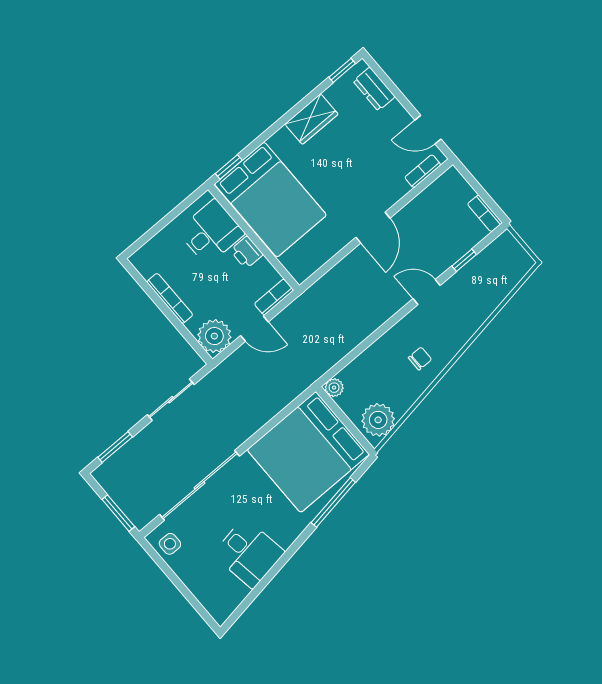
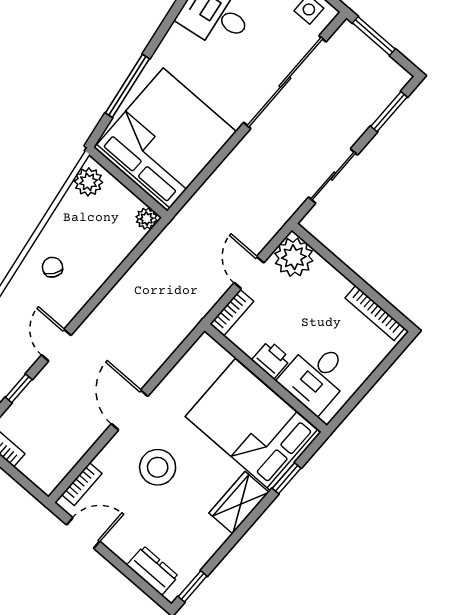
wardrobe: (311, 119) -> (239, 503), moved
window: (229, 167) -> (287, 478), moved
stool: (357, 176) -> (158, 467), added
door: (427, 292) -> (56, 345), swing flipped
bookcase: (170, 298) -> (375, 313), moved
door: (254, 329) -> (249, 273), hinge flipped
chair: (420, 359) -> (52, 267), turned 126
plant: (378, 420) -> (88, 182), width x0.73, depth x0.73

